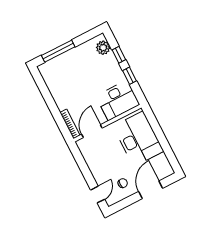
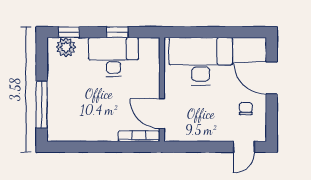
window: (119, 55) -> (69, 32), moved
desk: (118, 100) -> (113, 57), moved, turned -90
door: (98, 195) -> (244, 147), swing flipped

